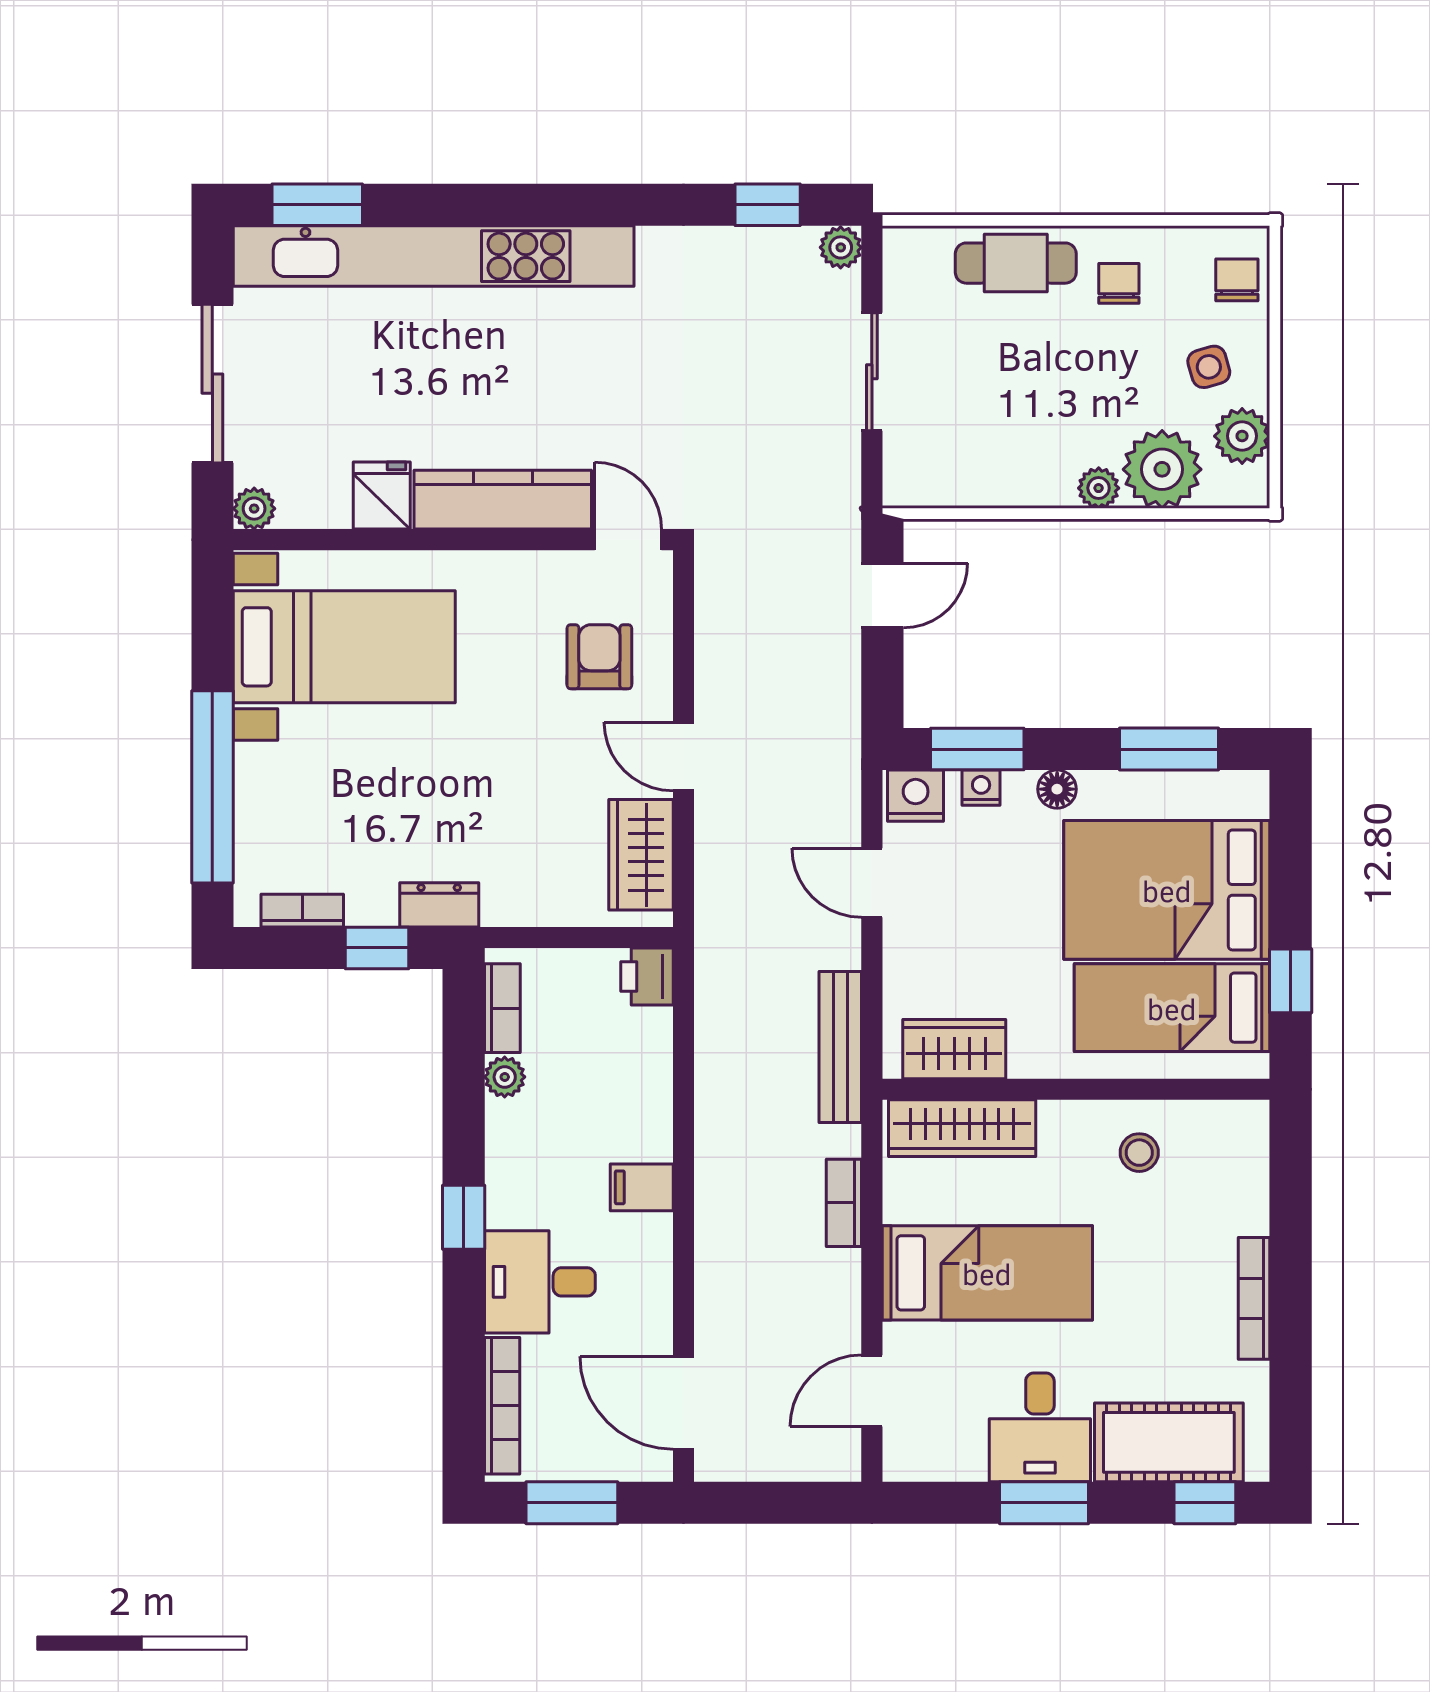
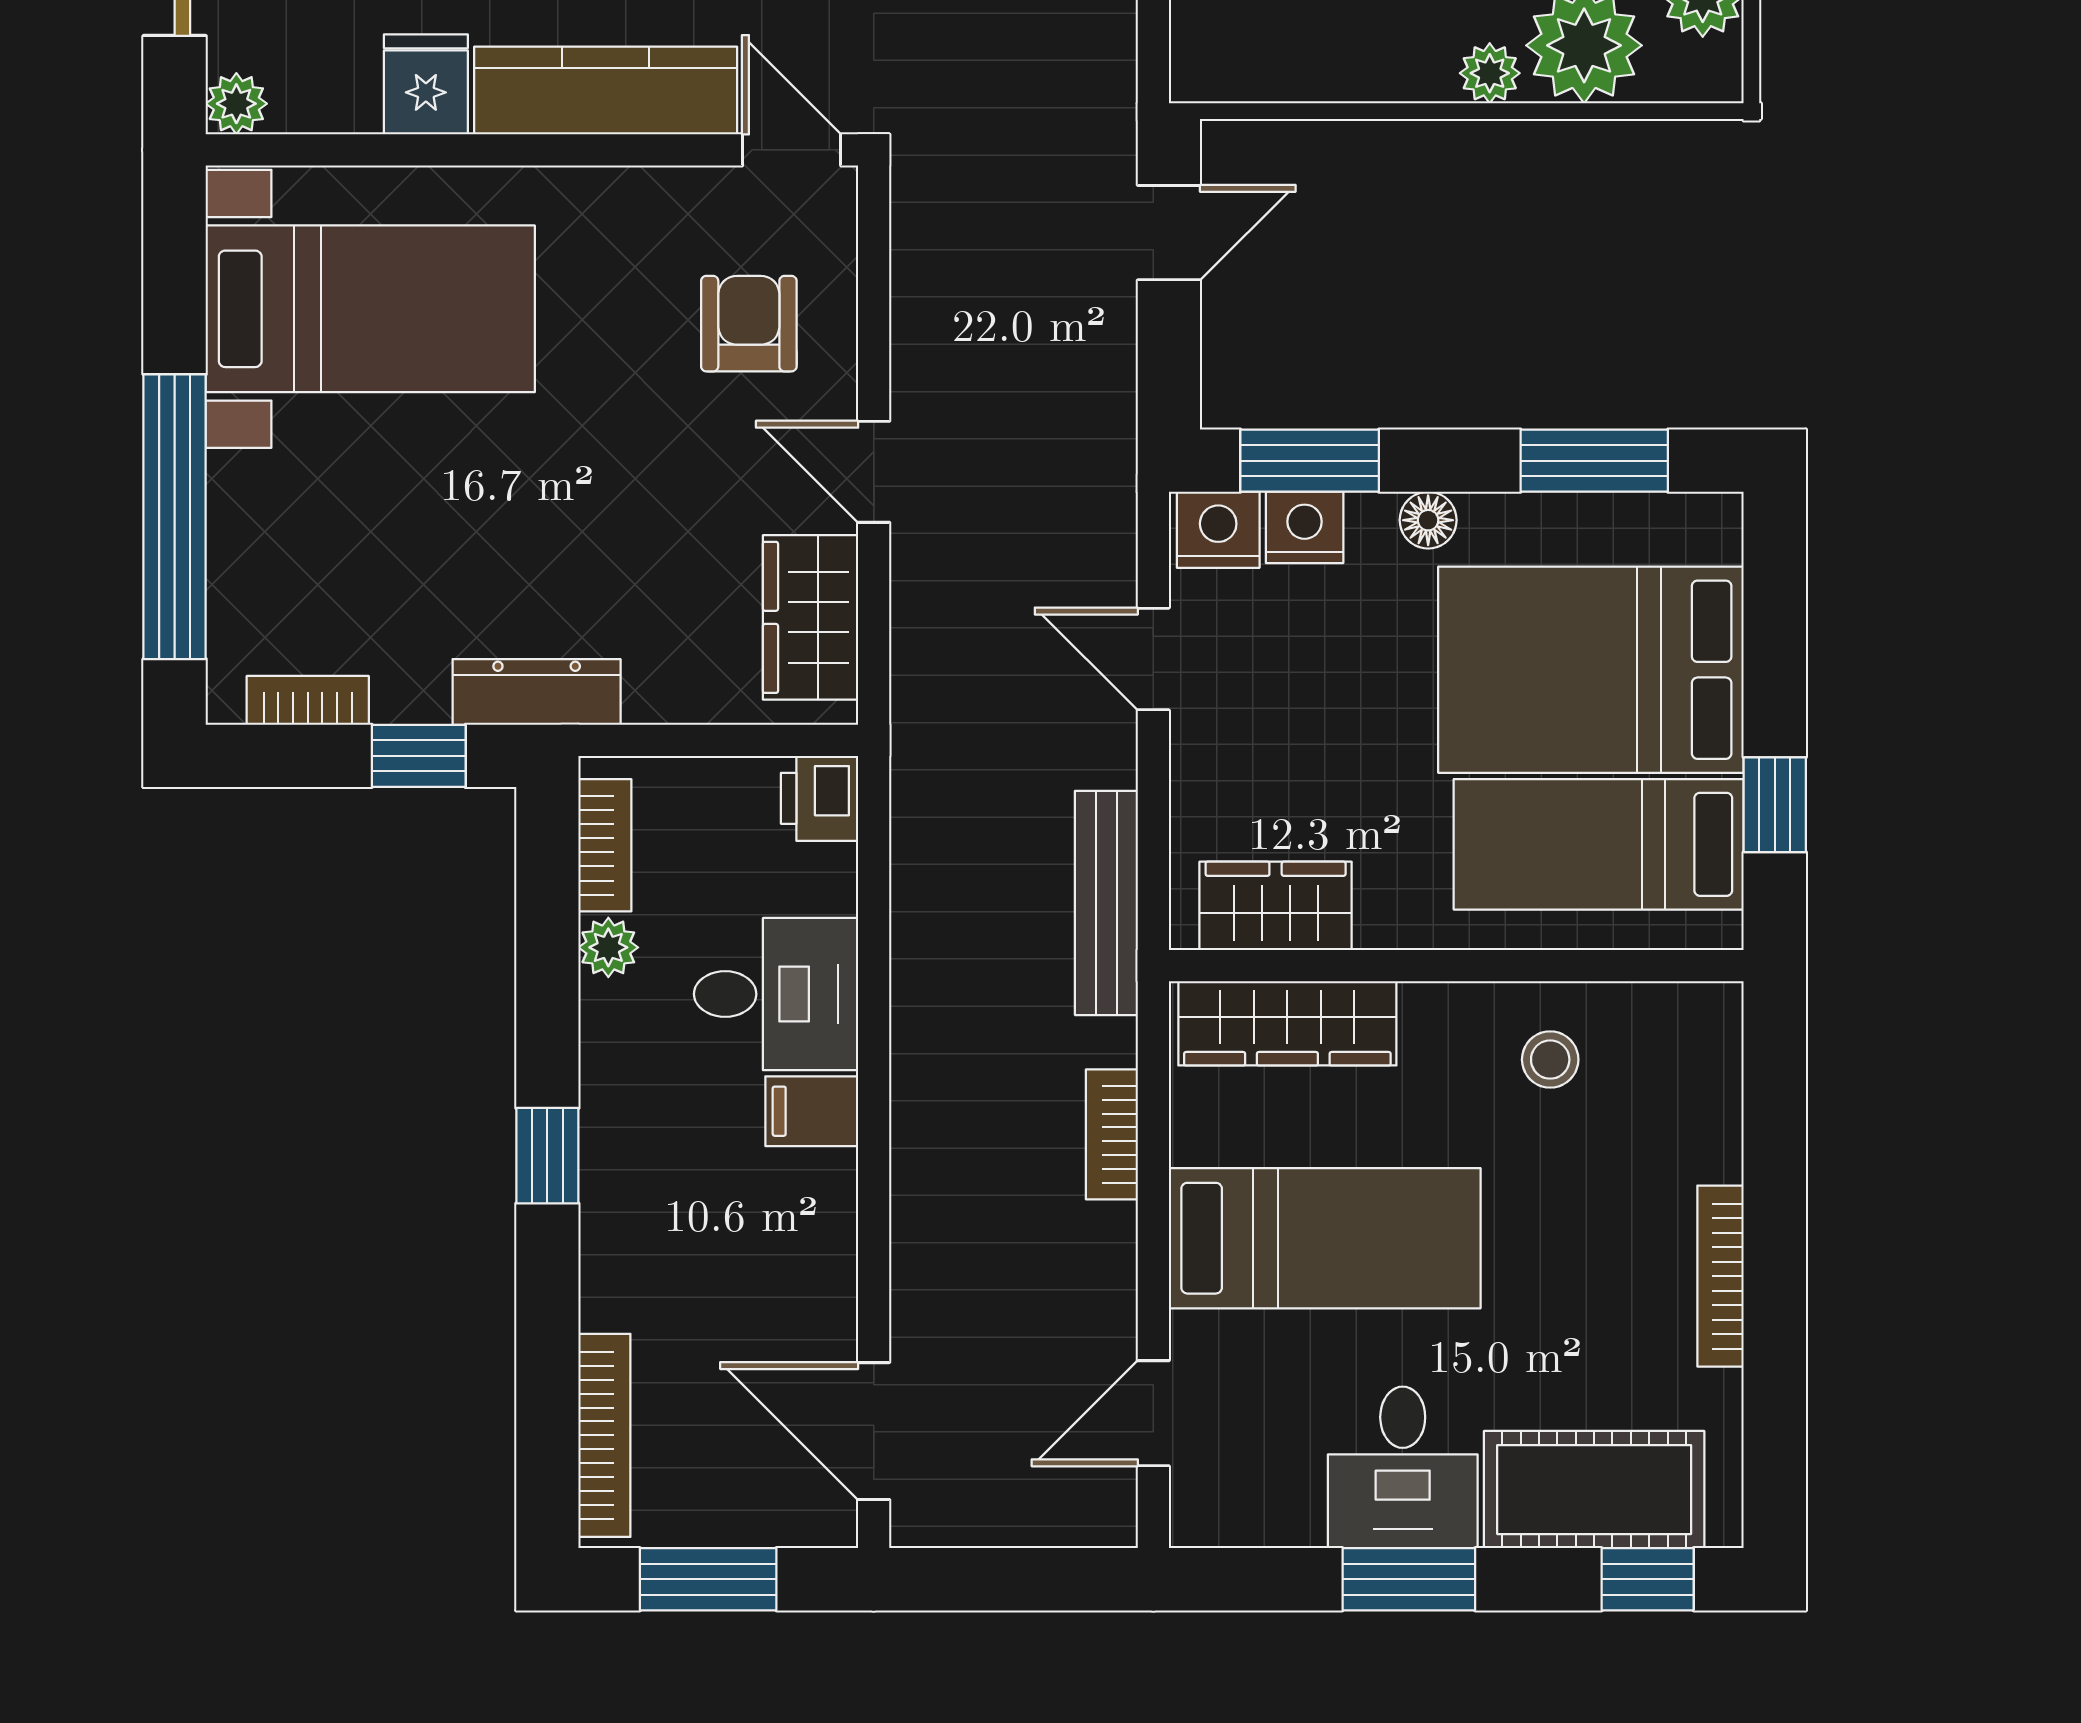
nightstand: (981, 788) -> (1305, 527), width x1.39, depth x1.35
dresser: (439, 905) -> (537, 692), width x1.44
desk: (540, 1282) -> (776, 994), moved, turned 180

